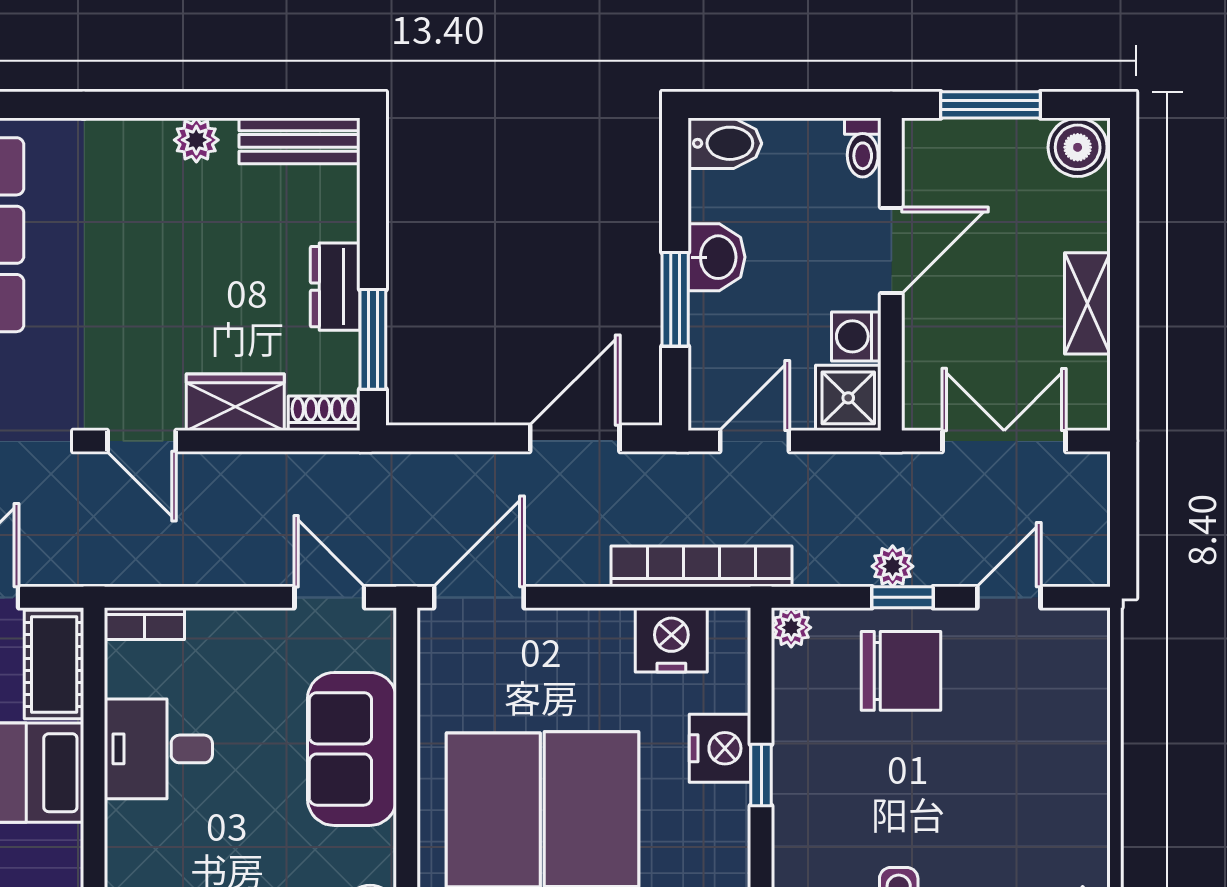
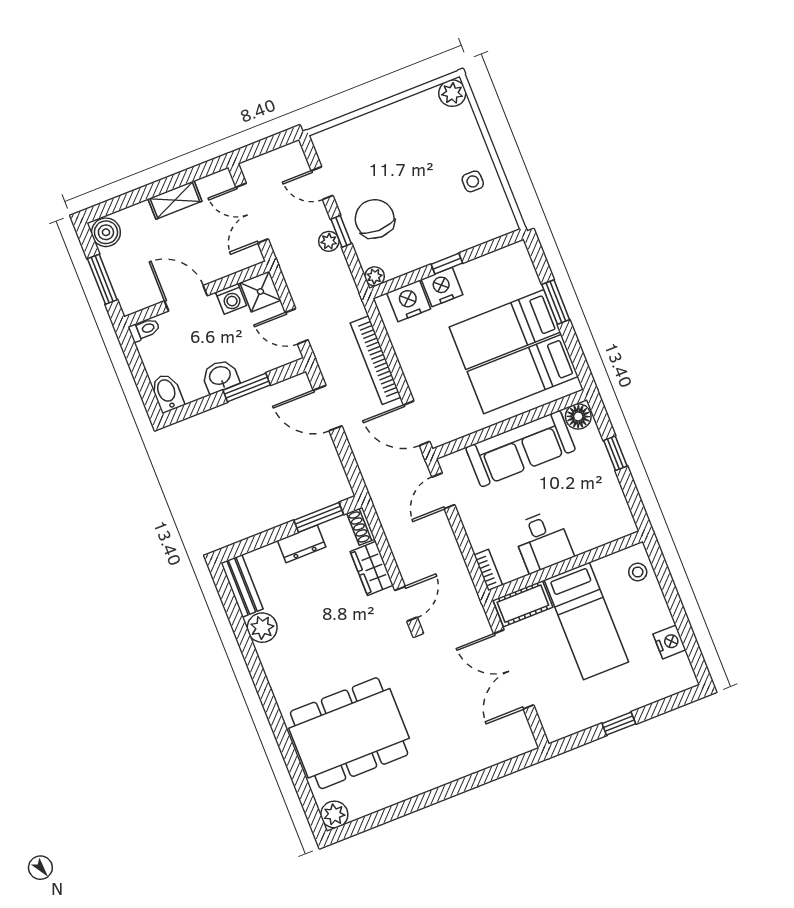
plant: (196, 140) -> (262, 628), width x1.38, depth x1.38
bookcase: (701, 566) -> (376, 360), moved
nightstand: (671, 640) -> (409, 301), moved, turned 90
sofa: (352, 749) -> (521, 449), width x1.36

